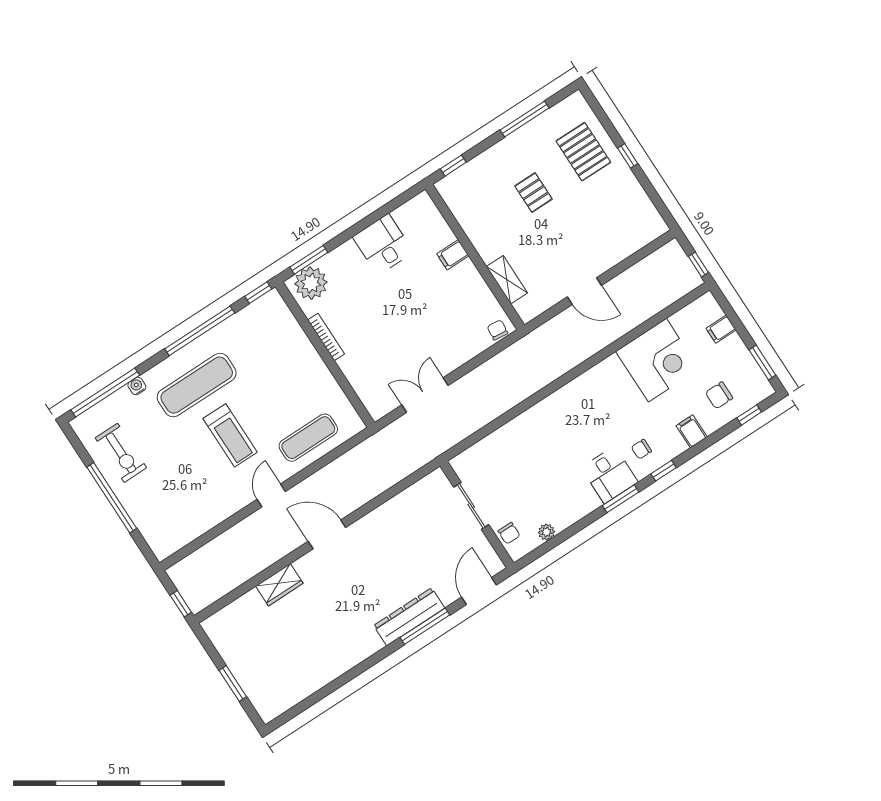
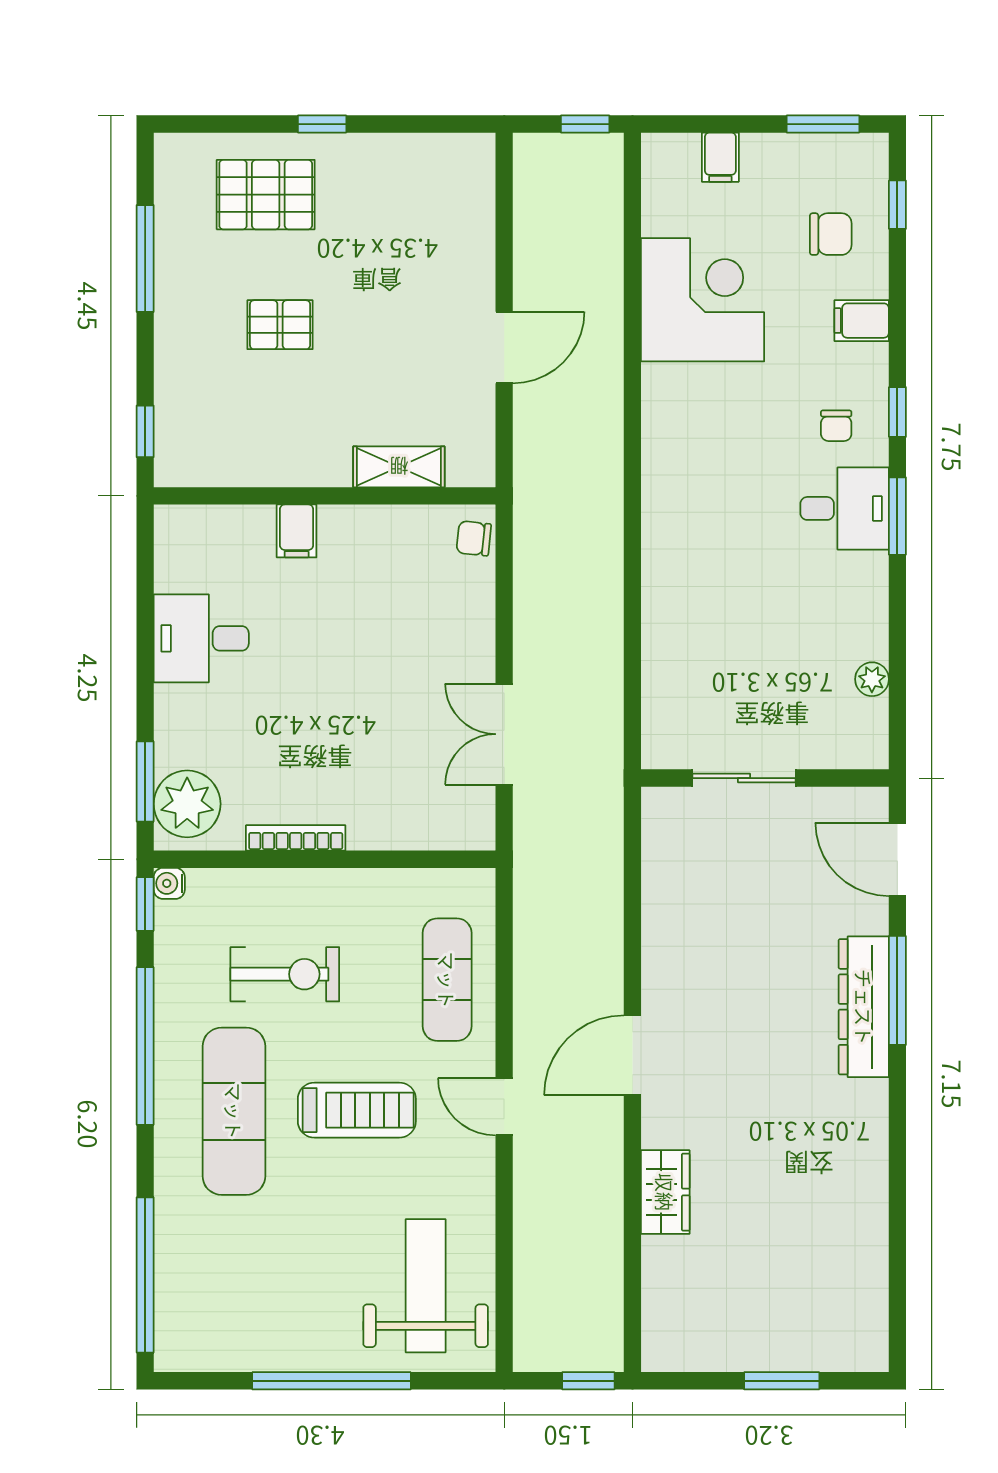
water cooler: (137, 386) -> (169, 883), moved
chair: (719, 395) -> (831, 234), turned -90
exercise bike: (121, 453) -> (285, 974), moved
weight bench: (176, 511) -> (426, 1286), added
chair: (509, 533) -> (832, 744), removed

